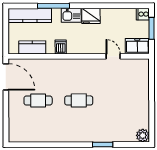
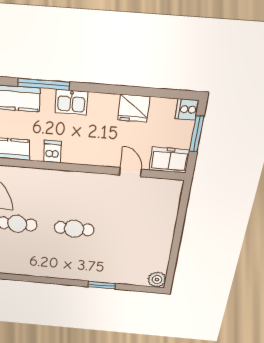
fridge: (91, 16) -> (134, 108), moved

